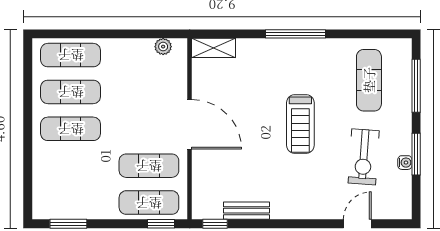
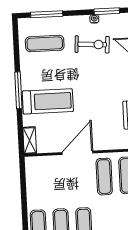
plant: (163, 47) -> (30, 172), removed
treadmill: (300, 124) -> (48, 101), moved, width x1.37, depth x1.38
window: (416, 154) -> (107, 11), moved

